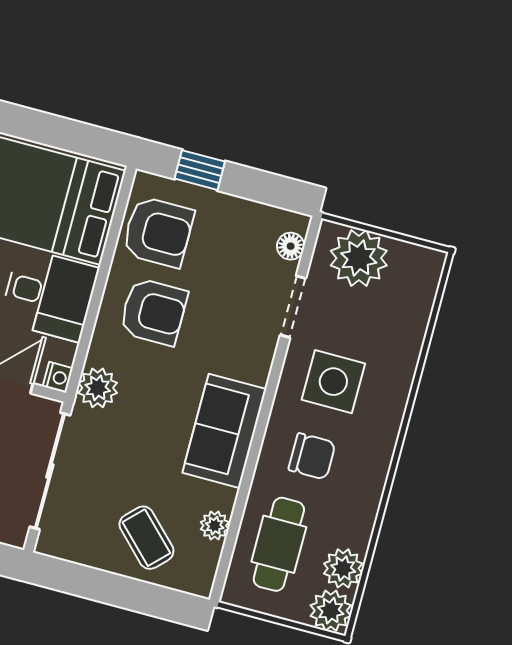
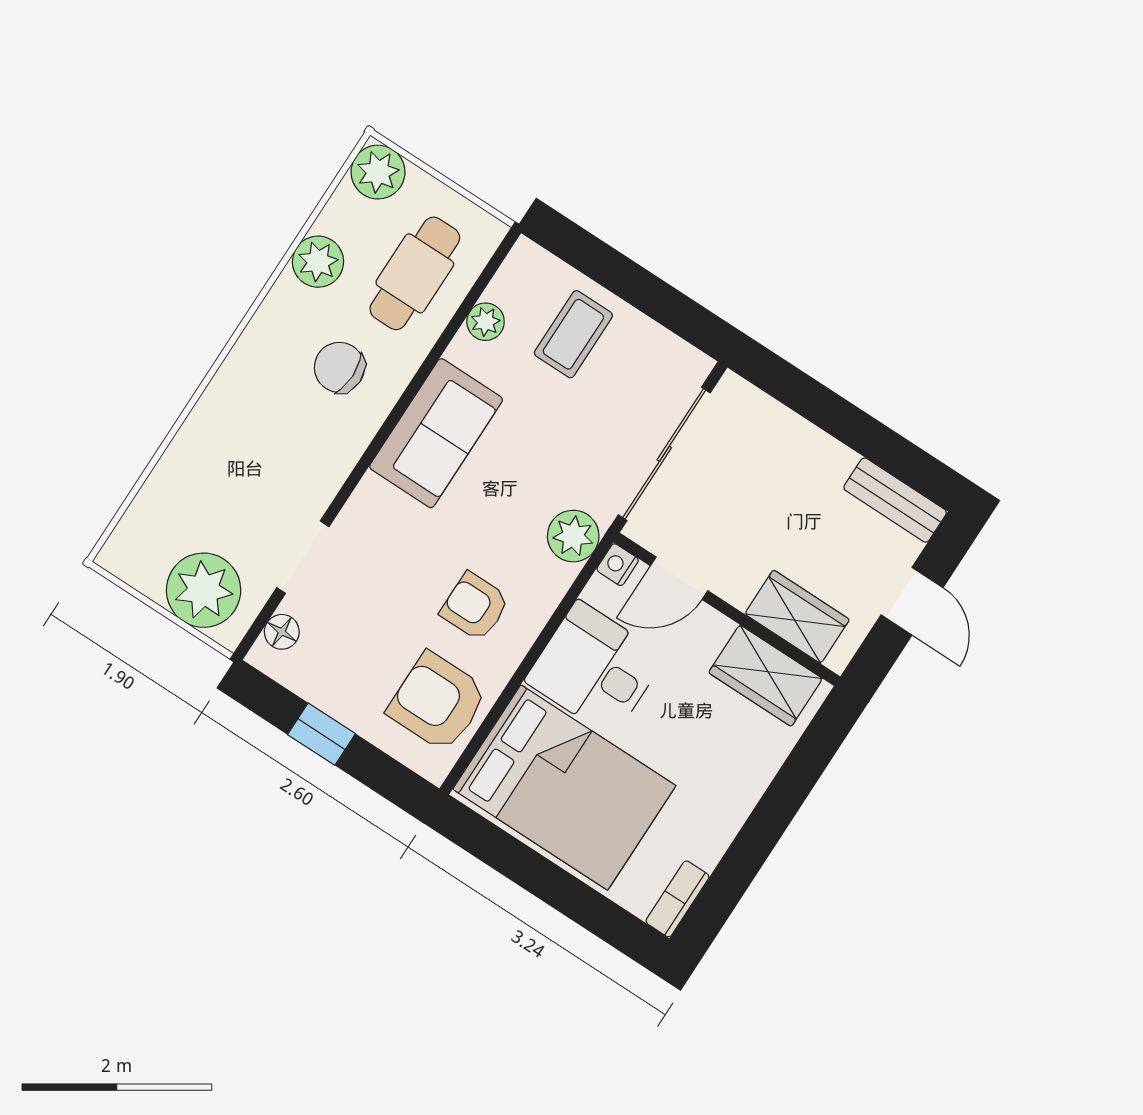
window: (200, 170) -> (321, 734), moved
armchair: (153, 312) -> (475, 607), width x0.72, depth x0.72
side table: (333, 382) -> (284, 450), removed
coffee table: (146, 538) -> (573, 334), turned 45
plant: (343, 568) -> (318, 262), moved

